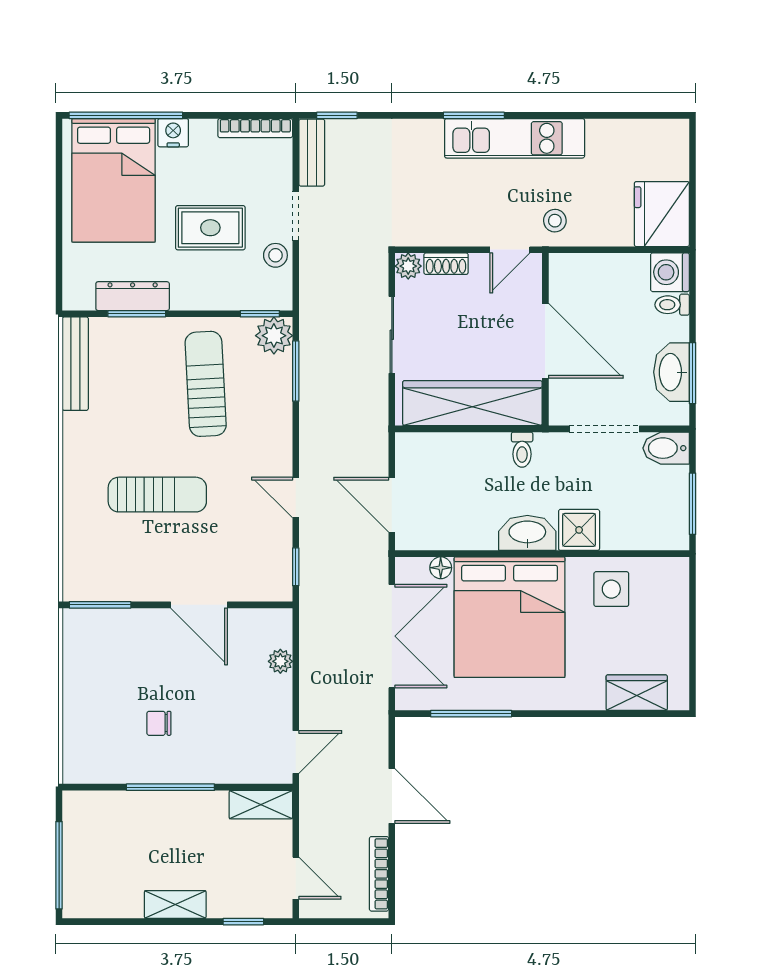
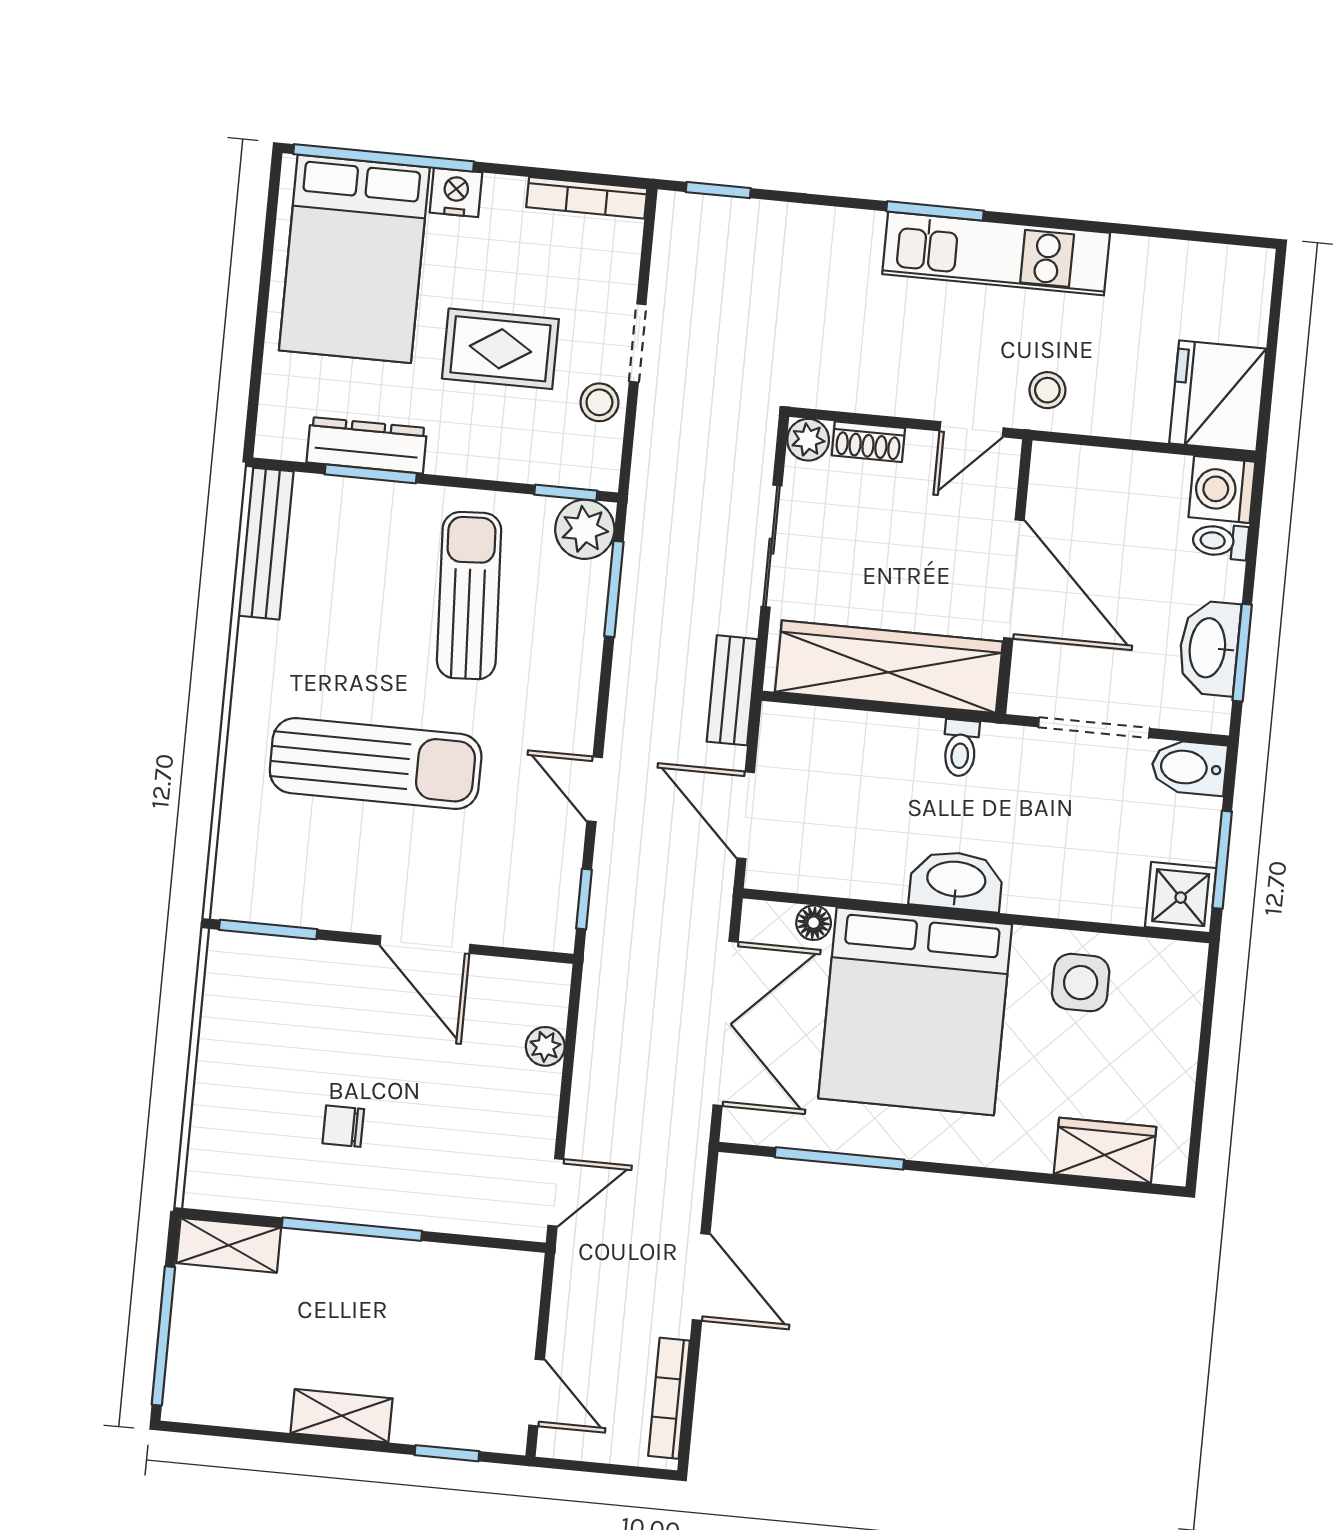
bench: (312, 153) -> (732, 690), moved
sun lounger: (157, 495) -> (376, 764), width x1.36, depth x1.34
shower: (579, 530) -> (1181, 898), moved
shelving: (261, 805) -> (229, 1245), moved

